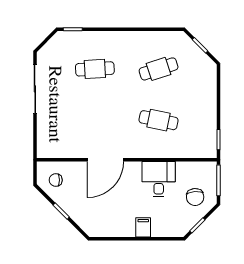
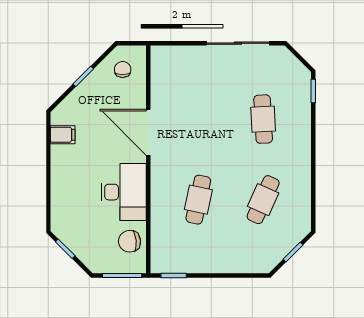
cafe table: (159, 69) -> (263, 200), turned 42
desk: (159, 179) -> (124, 192), width x1.37
chair: (195, 197) -> (130, 241), moved
filing cabinet: (143, 227) -> (63, 135), moved

